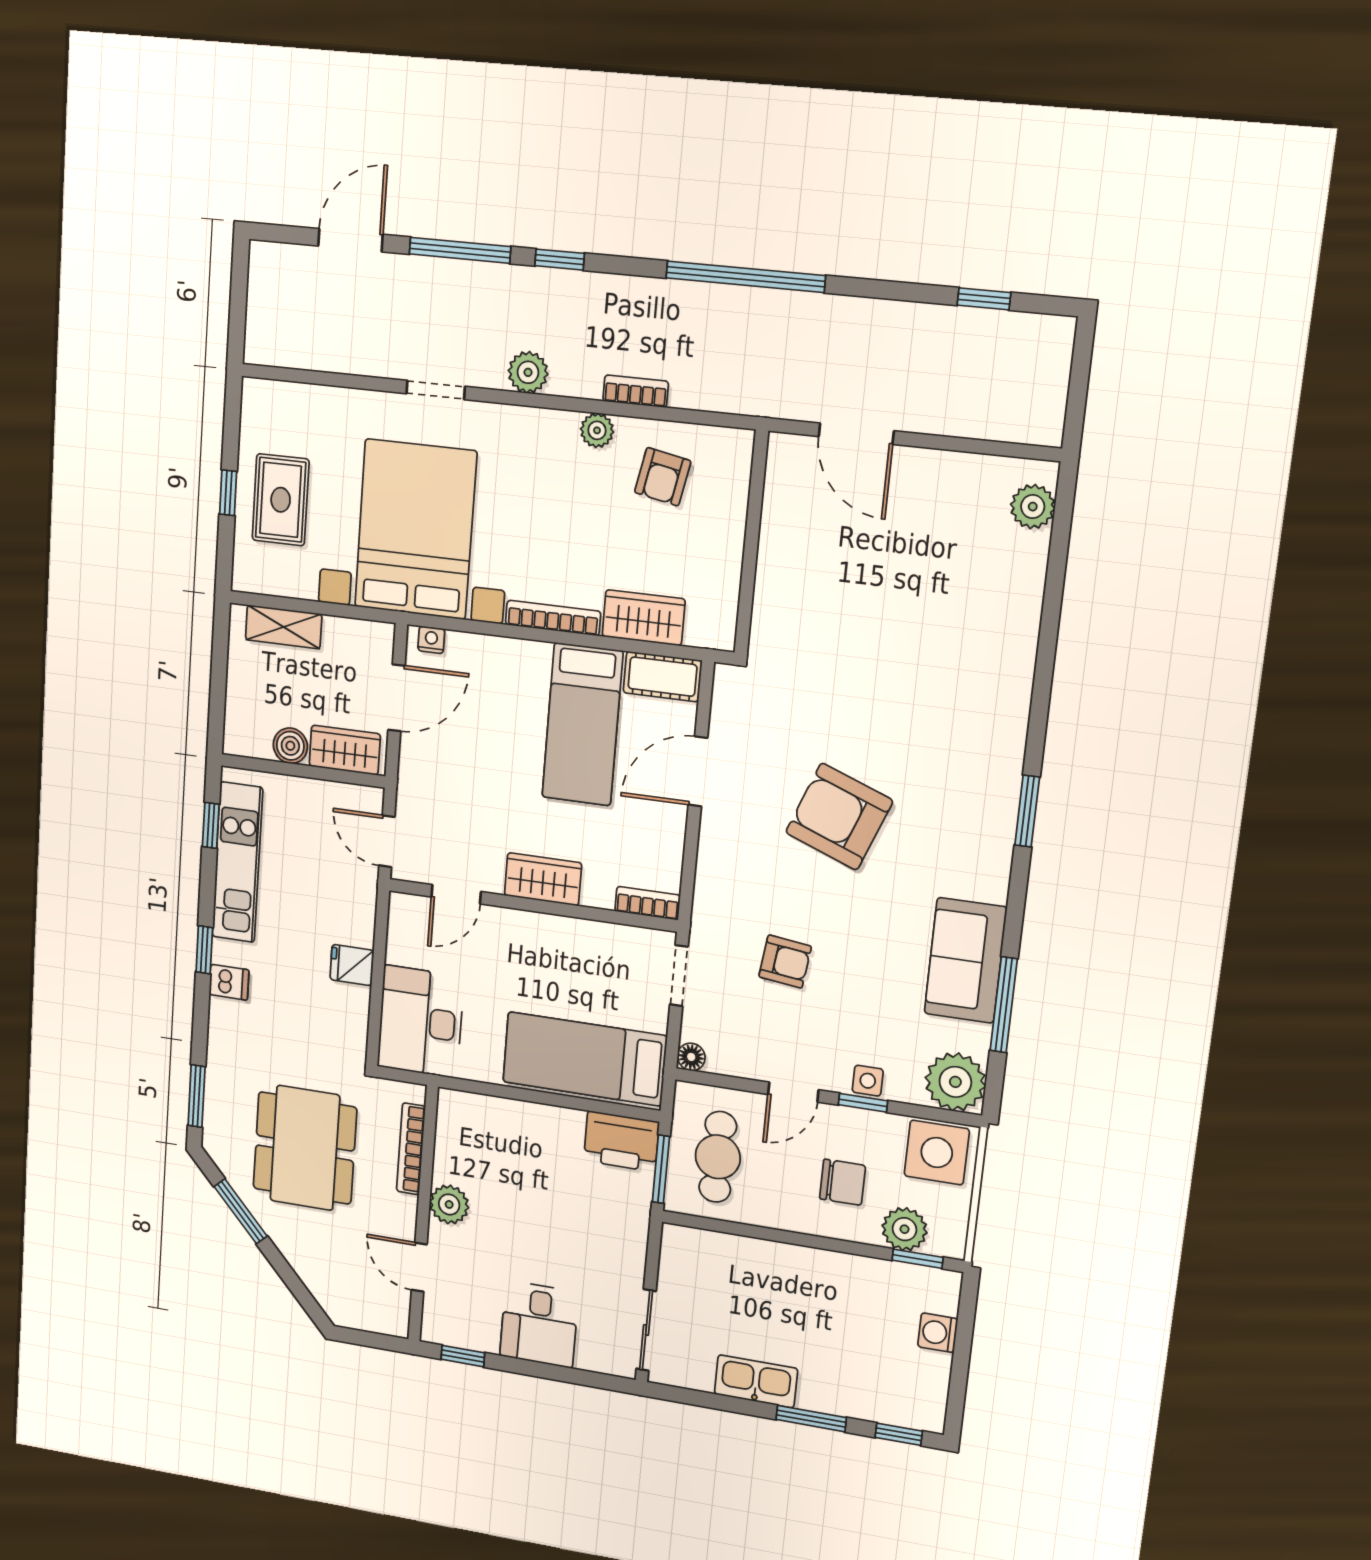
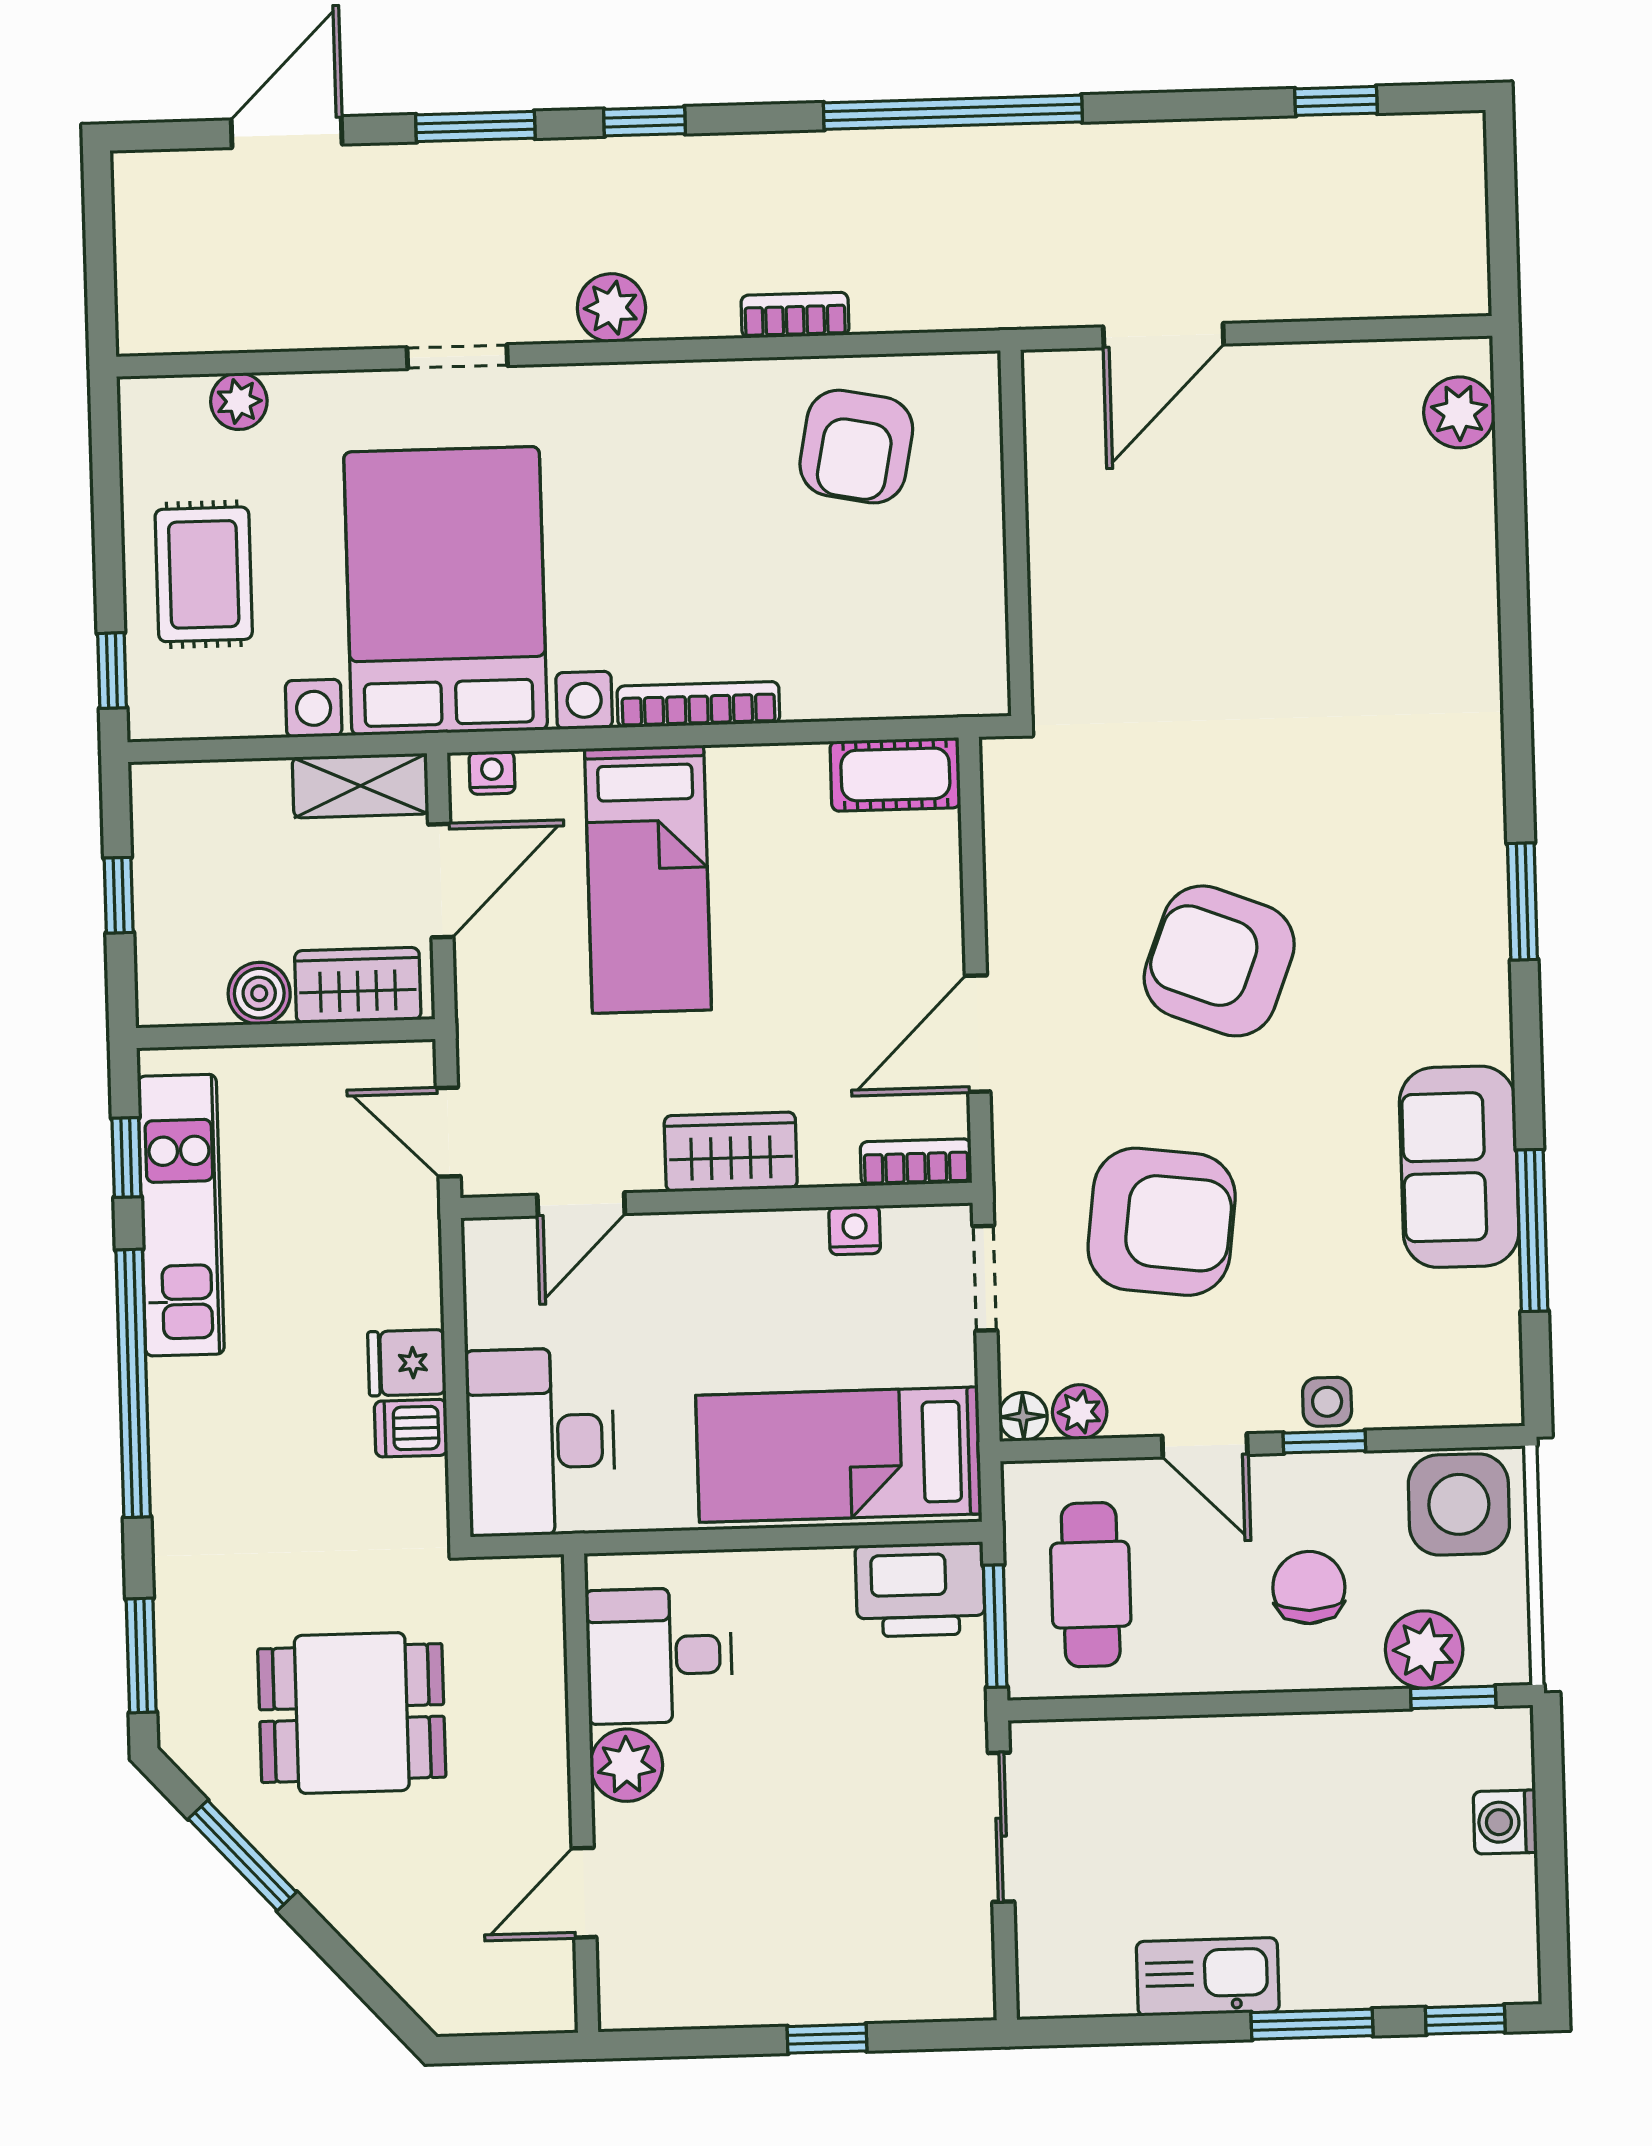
window: (460, 250) -> (475, 126), width x0.69
plant: (597, 430) -> (239, 401), moved
door: (856, 434) -> (1163, 336), hinge flipped
armchair: (663, 477) -> (856, 447), width x1.38, depth x1.38
window: (228, 493) -> (112, 671), moved
wardrobe: (644, 618) -> (852, 681), removed
shelving: (284, 627) -> (360, 786), moved
window: (218, 678) -> (119, 895), added
bed: (582, 724) -> (648, 879), moved
door: (698, 771) -> (978, 1034), moved
nightstand: (608, 936) -> (855, 1230), added
window: (204, 950) -> (133, 1383), width x3.17
armchair: (785, 962) -> (1162, 1222), width x1.88, depth x1.88
dishwasher: (229, 982) -> (411, 1428), moved, turned 180
plant: (955, 1082) -> (1080, 1412), moved, width x0.53, depth x0.53
door: (793, 1092) -> (1205, 1445), hinge flipped
dining table: (305, 1148) -> (352, 1713), width x0.73
bookcase: (411, 1149) -> (546, 1676), removed
chair: (843, 1182) -> (1309, 1588), turned -90
door: (419, 1267) -> (584, 1893), hinge flipped
desk: (539, 1324) -> (659, 1656), moved, turned 90
sliding door: (646, 1330) -> (1001, 1827), moved
window: (463, 1356) -> (827, 2039), moved

